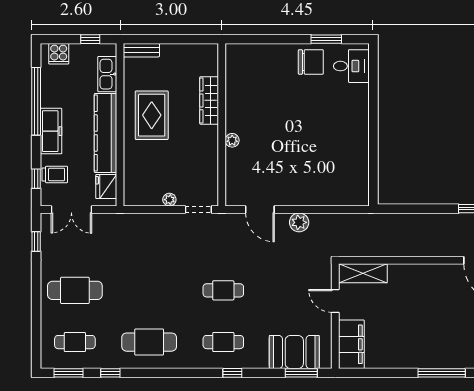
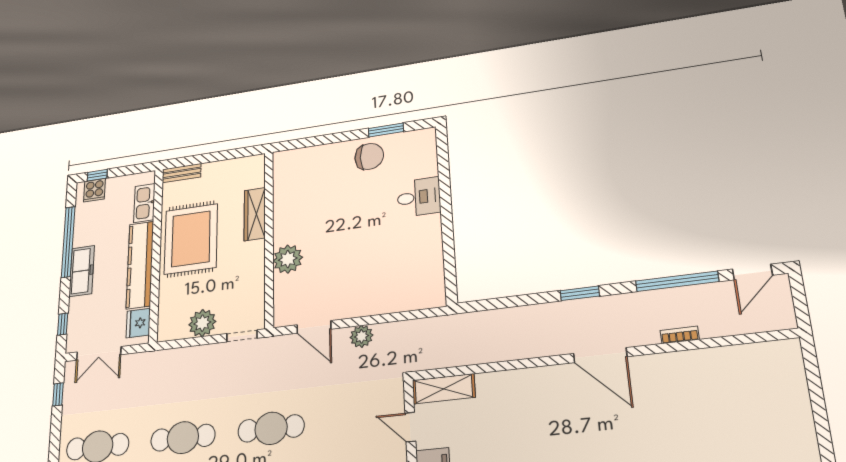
window: (90, 39) -> (97, 175), moved
desk: (351, 66) -> (419, 197), moved
rug: (152, 115) -> (191, 239), width x1.37, depth x1.44
plant: (232, 140) -> (288, 259), width x1.87, depth x1.87
trolley: (55, 174) -> (83, 317), removed
plant: (169, 200) -> (202, 323), width x1.87, depth x1.87
cafe table: (149, 290) -> (183, 438), added
cafe table: (223, 290) -> (271, 428), width x1.37, depth x1.35

